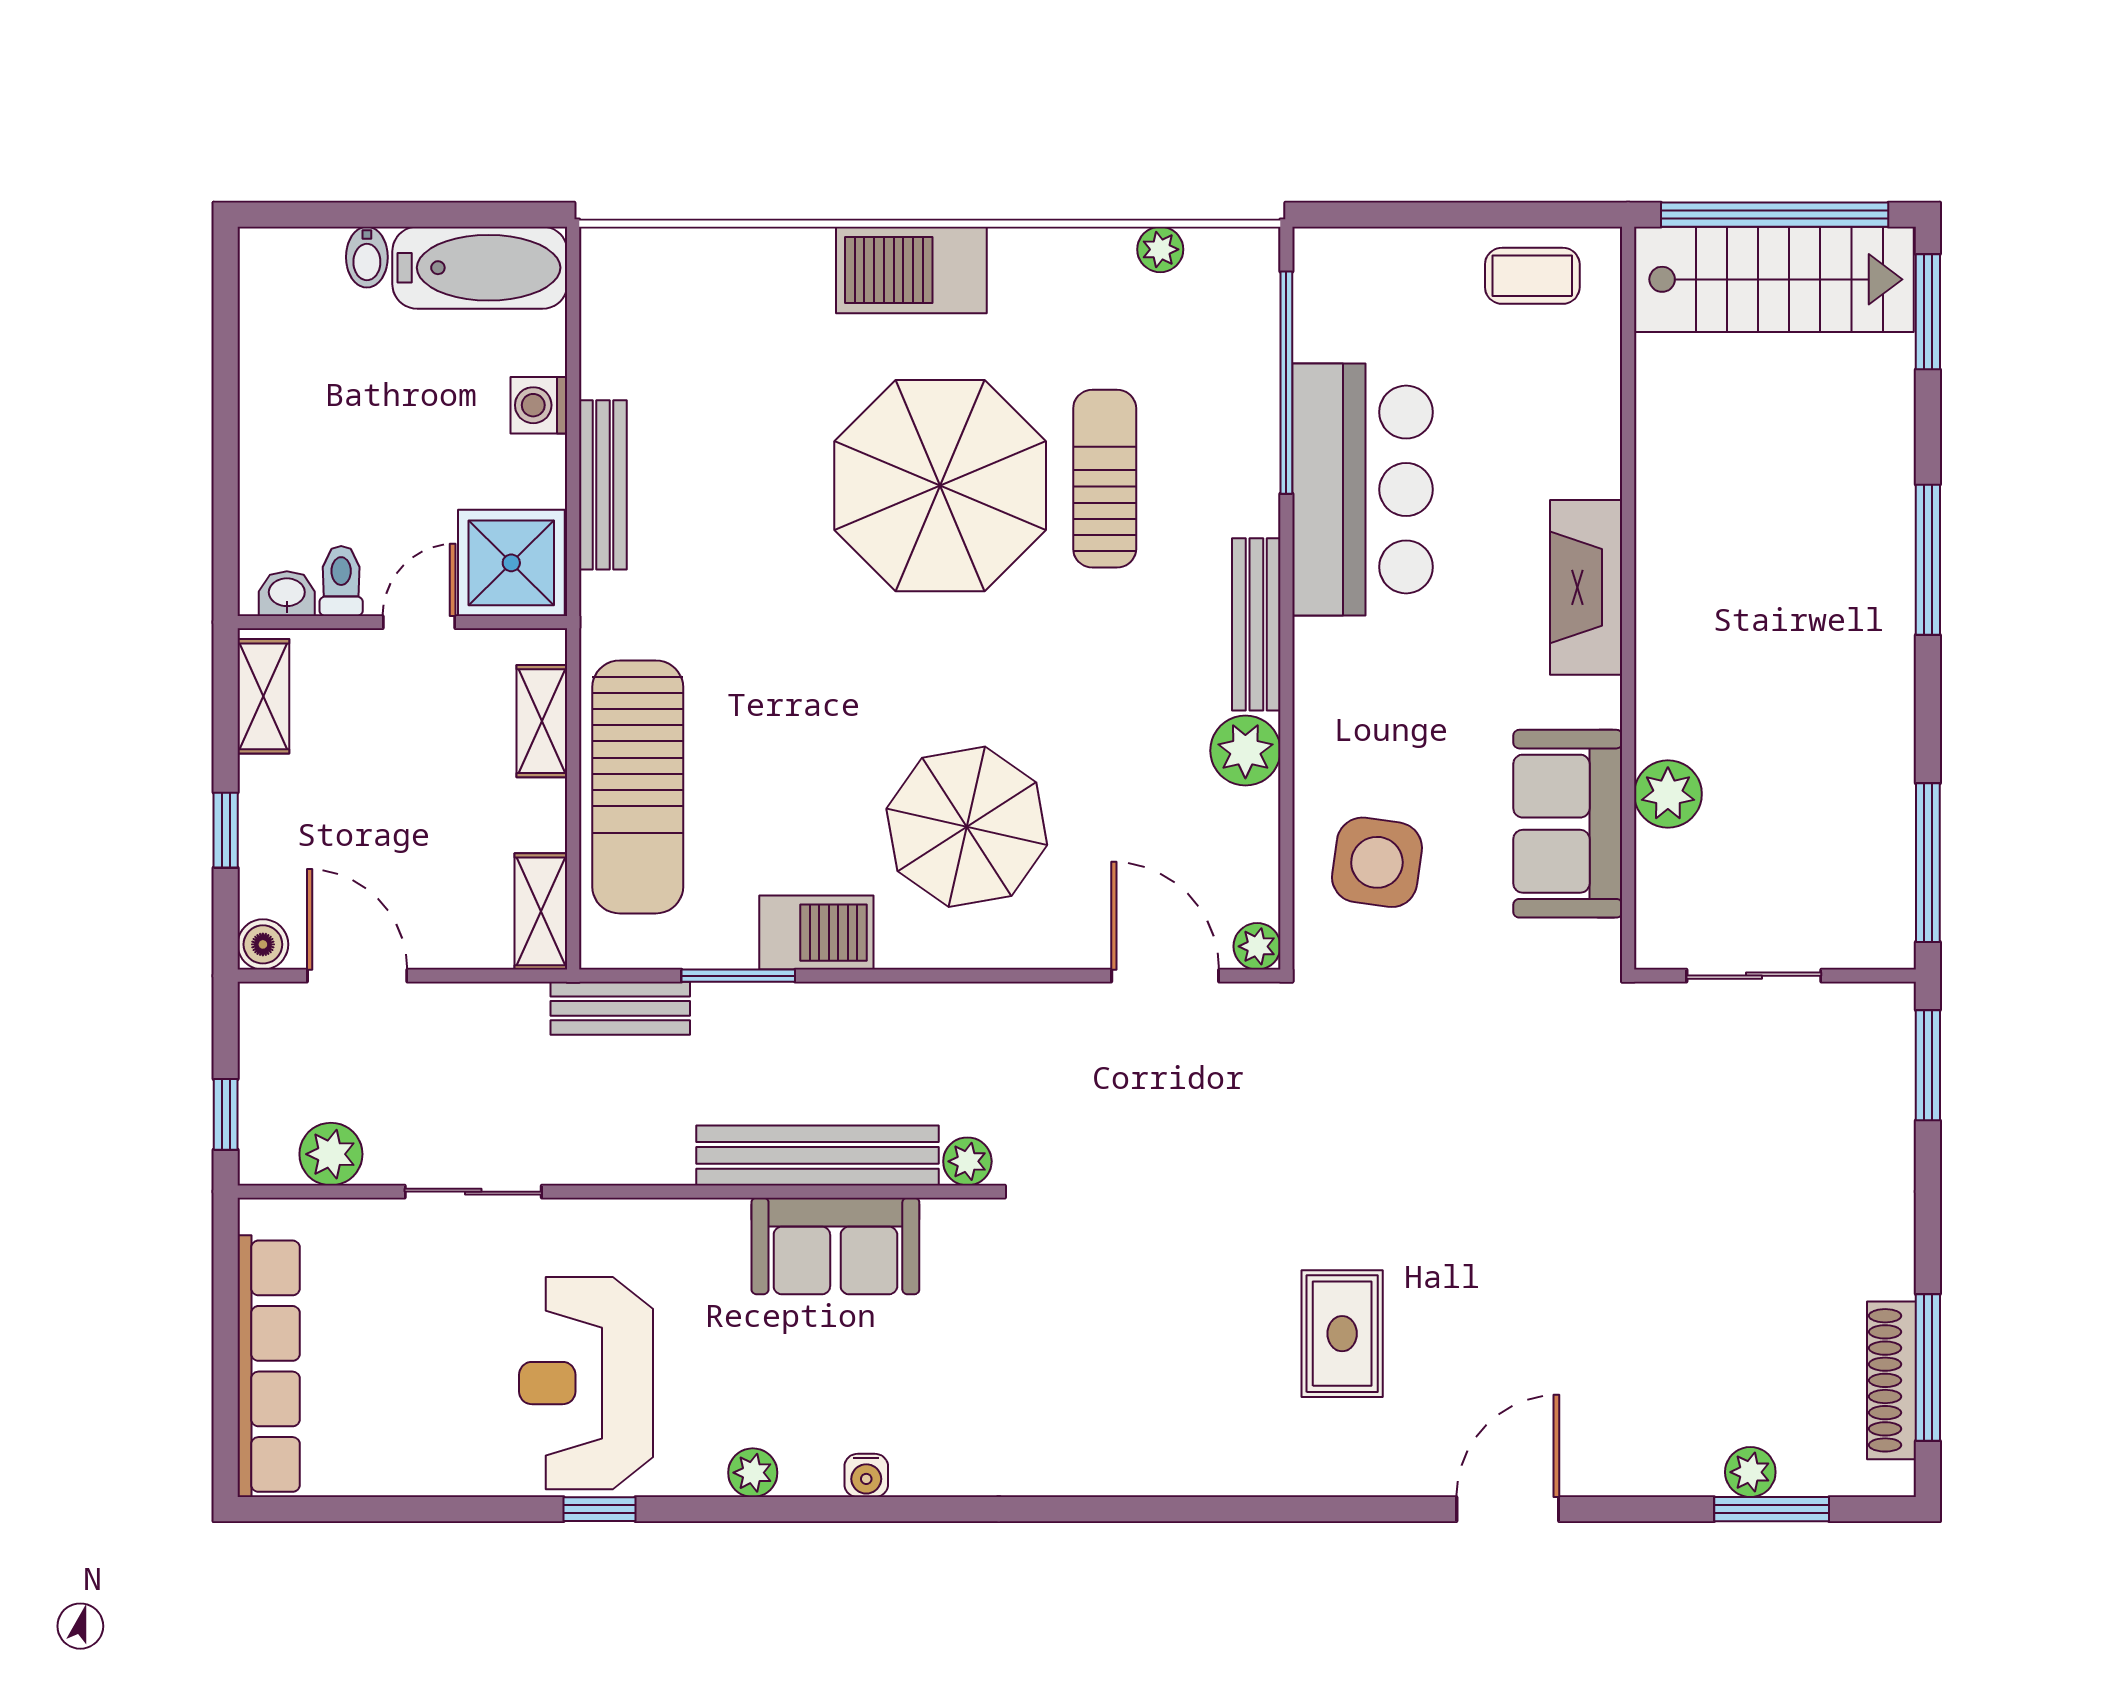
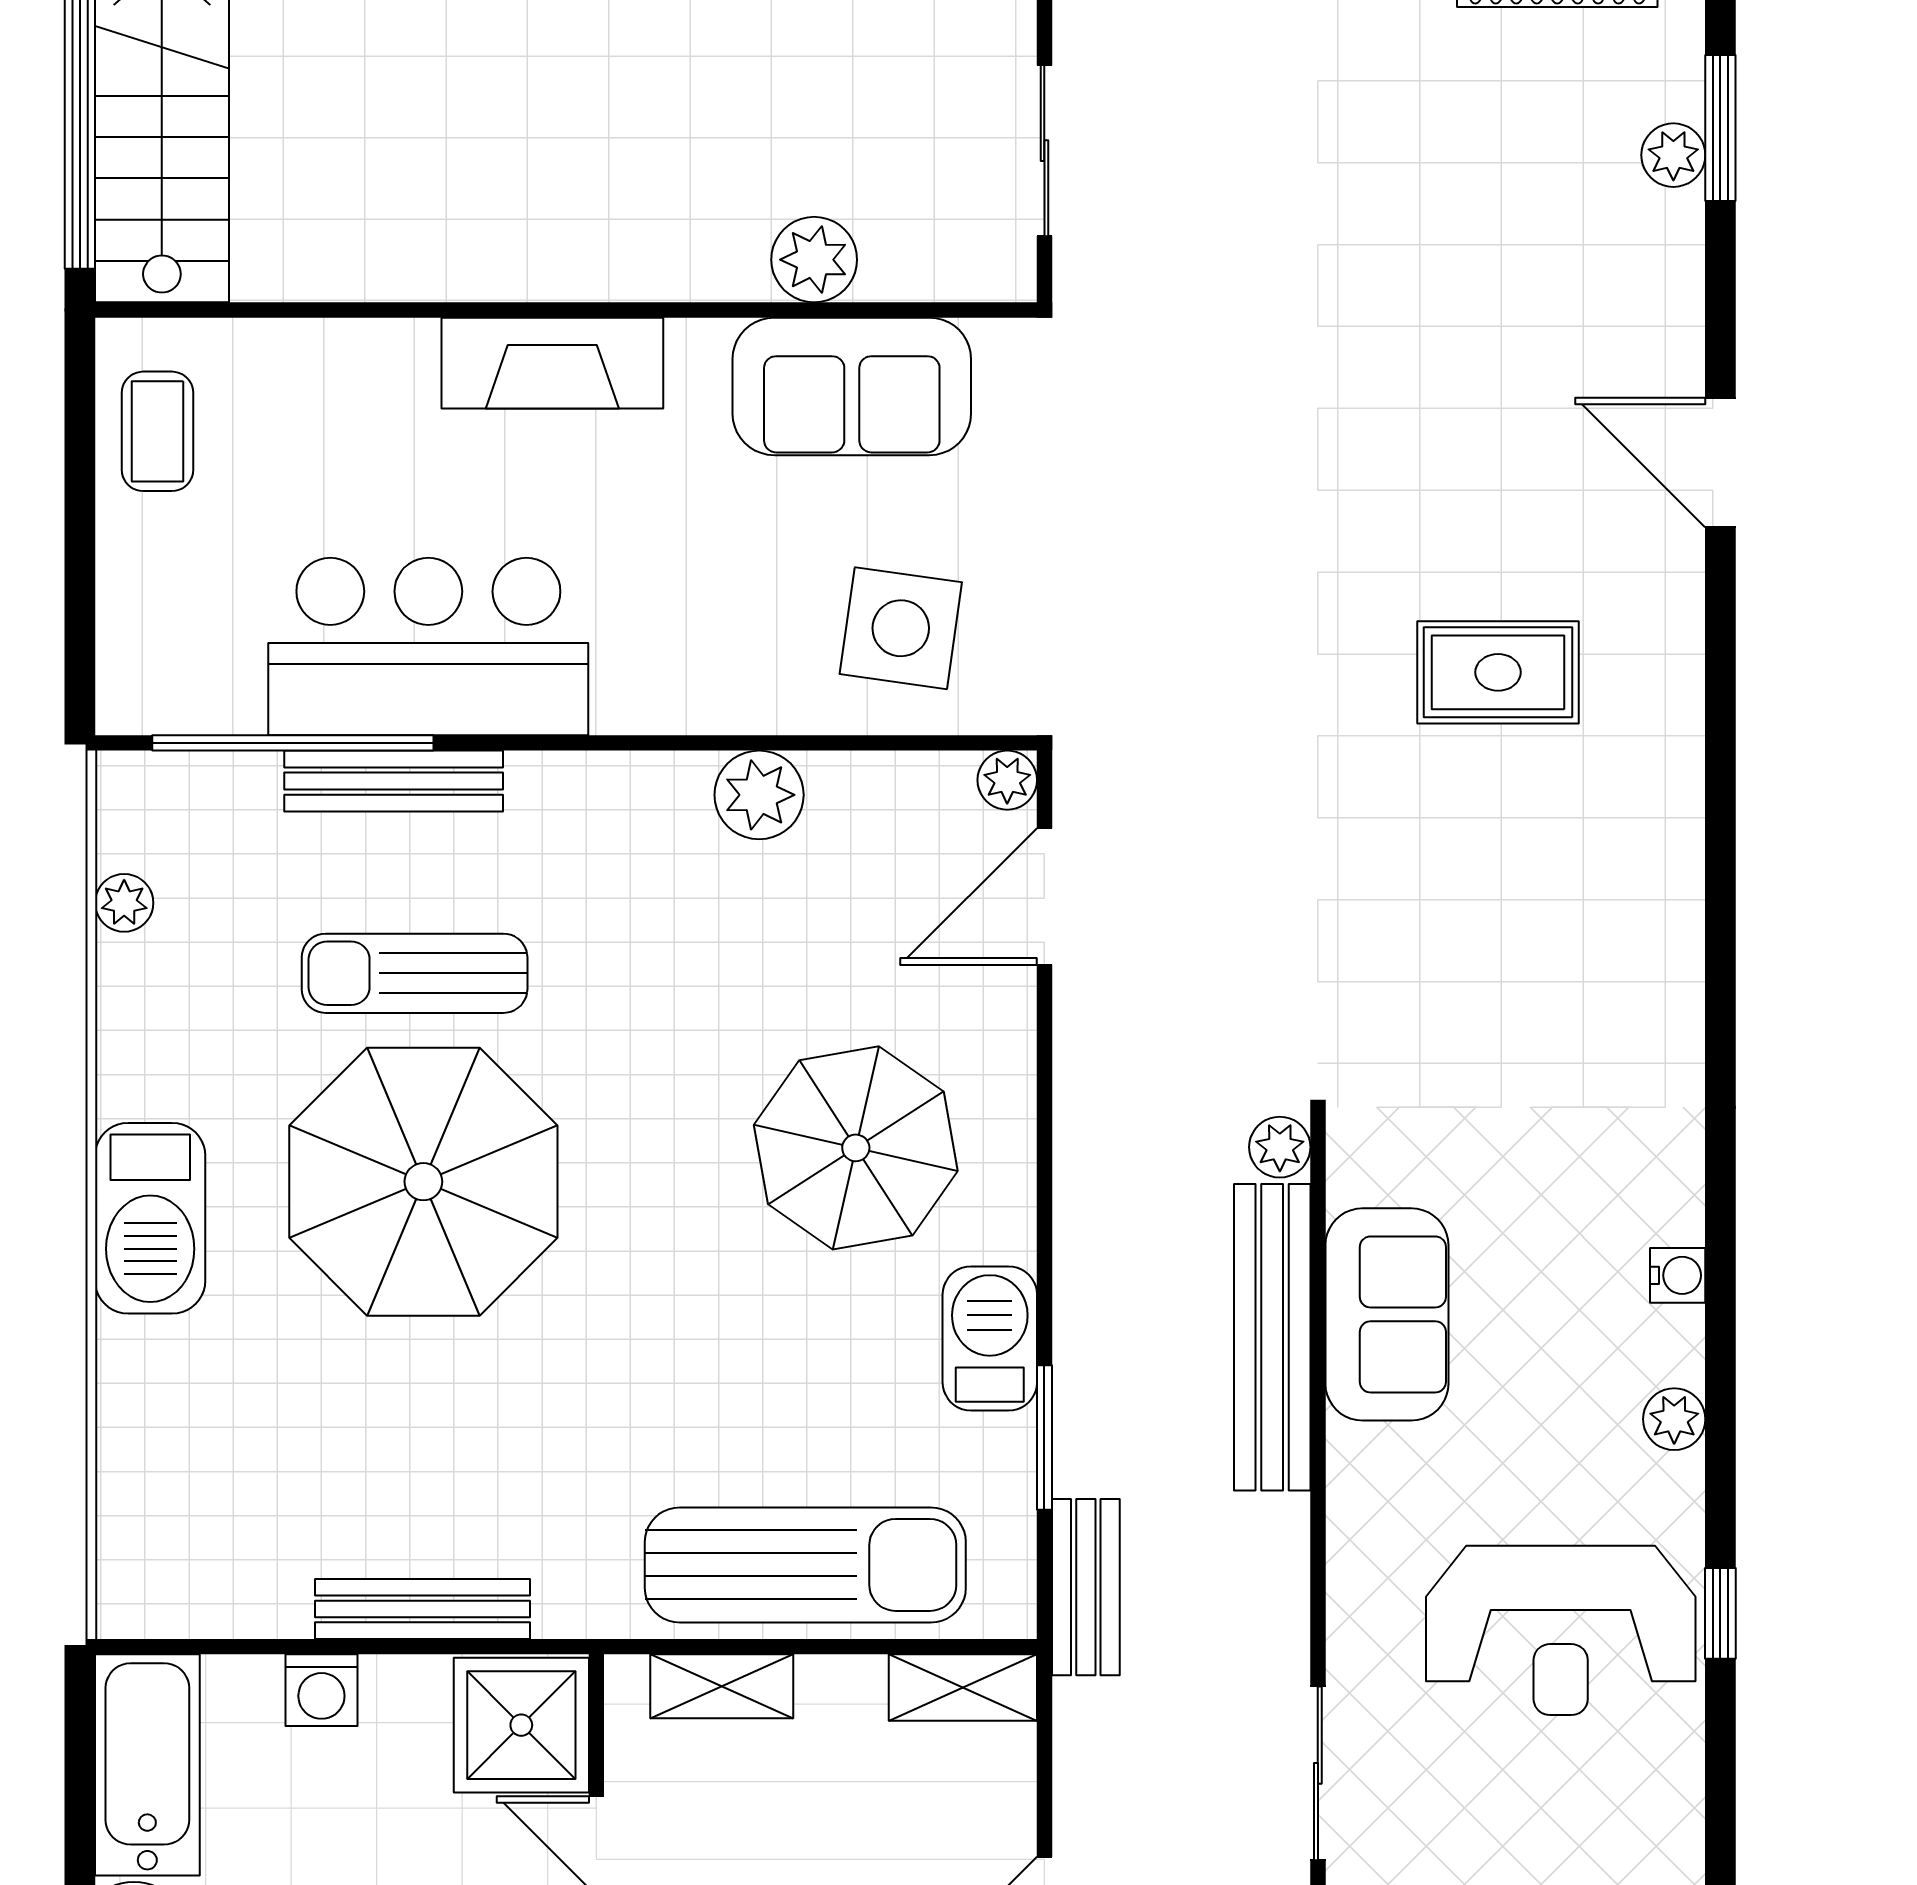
bench: (1256, 624) -> (394, 781), moved

